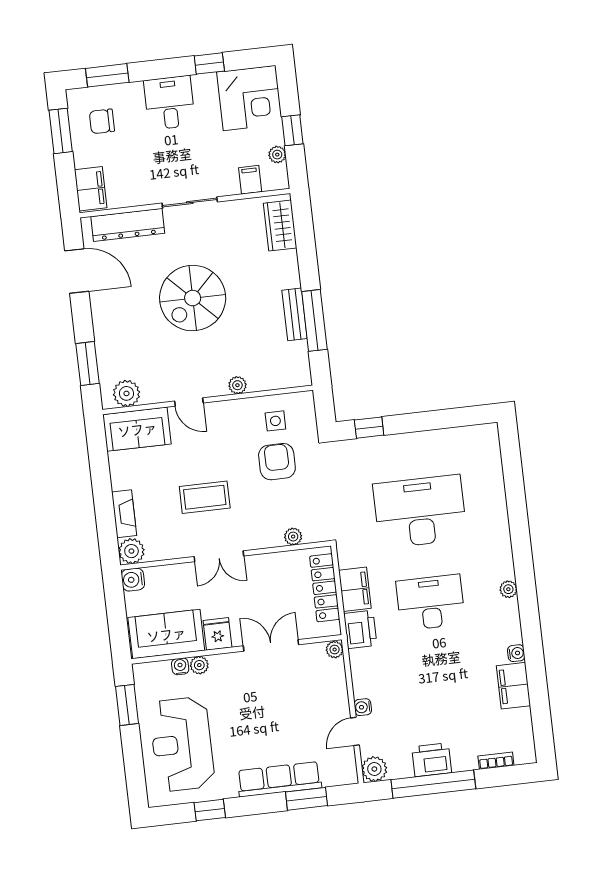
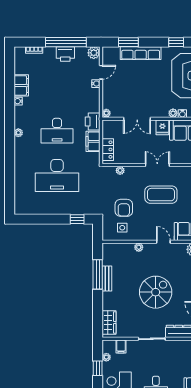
coffee table: (205, 497) -> (161, 195), width x1.36, depth x1.32
locker: (325, 588) -> (108, 150), width x0.66

